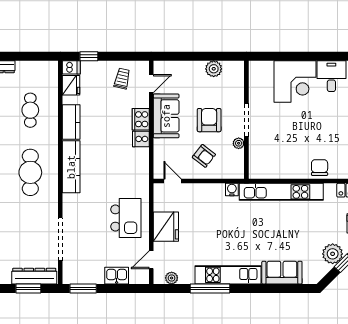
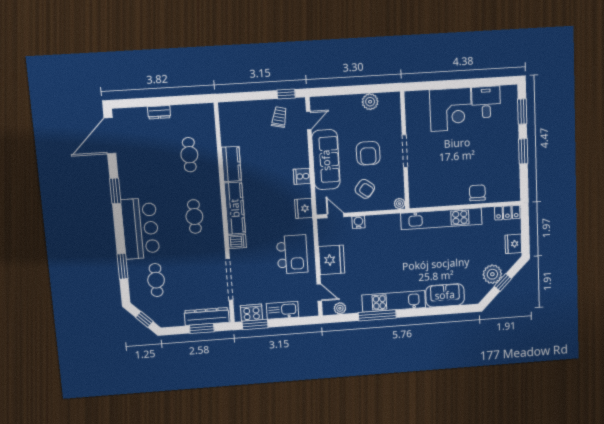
window: (89, 56) -> (286, 94), moved
dishwasher: (71, 67) -> (237, 242), moved
fridge: (71, 85) -> (304, 208), moved, turned 180
sofa: (166, 116) -> (326, 160), width x1.36
cooker: (141, 119) -> (252, 313), moved, turned 90
armchair: (209, 120) -> (368, 153), turned 180
plant: (239, 143) -> (399, 204), moved
cafe table: (30, 172) -> (194, 217), width x0.73, depth x0.74
water cooler: (232, 190) -> (358, 222), moved
door: (151, 260) -> (319, 292), swing flipped
kitchen sink: (117, 276) -> (283, 310), width x1.38

